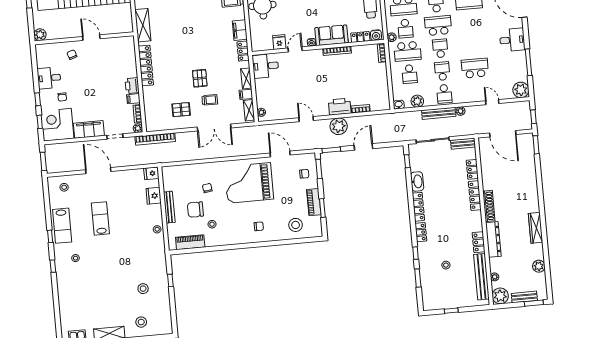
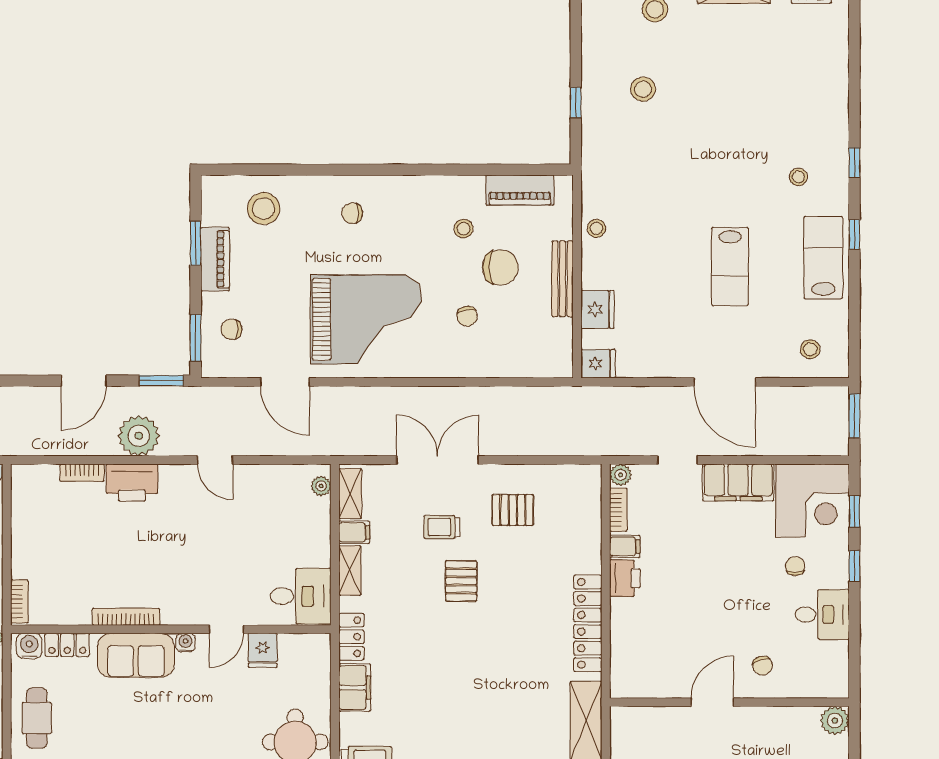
door: (91, 38) -> (712, 702), swing flipped
bookcase: (155, 139) -> (581, 445), removed

